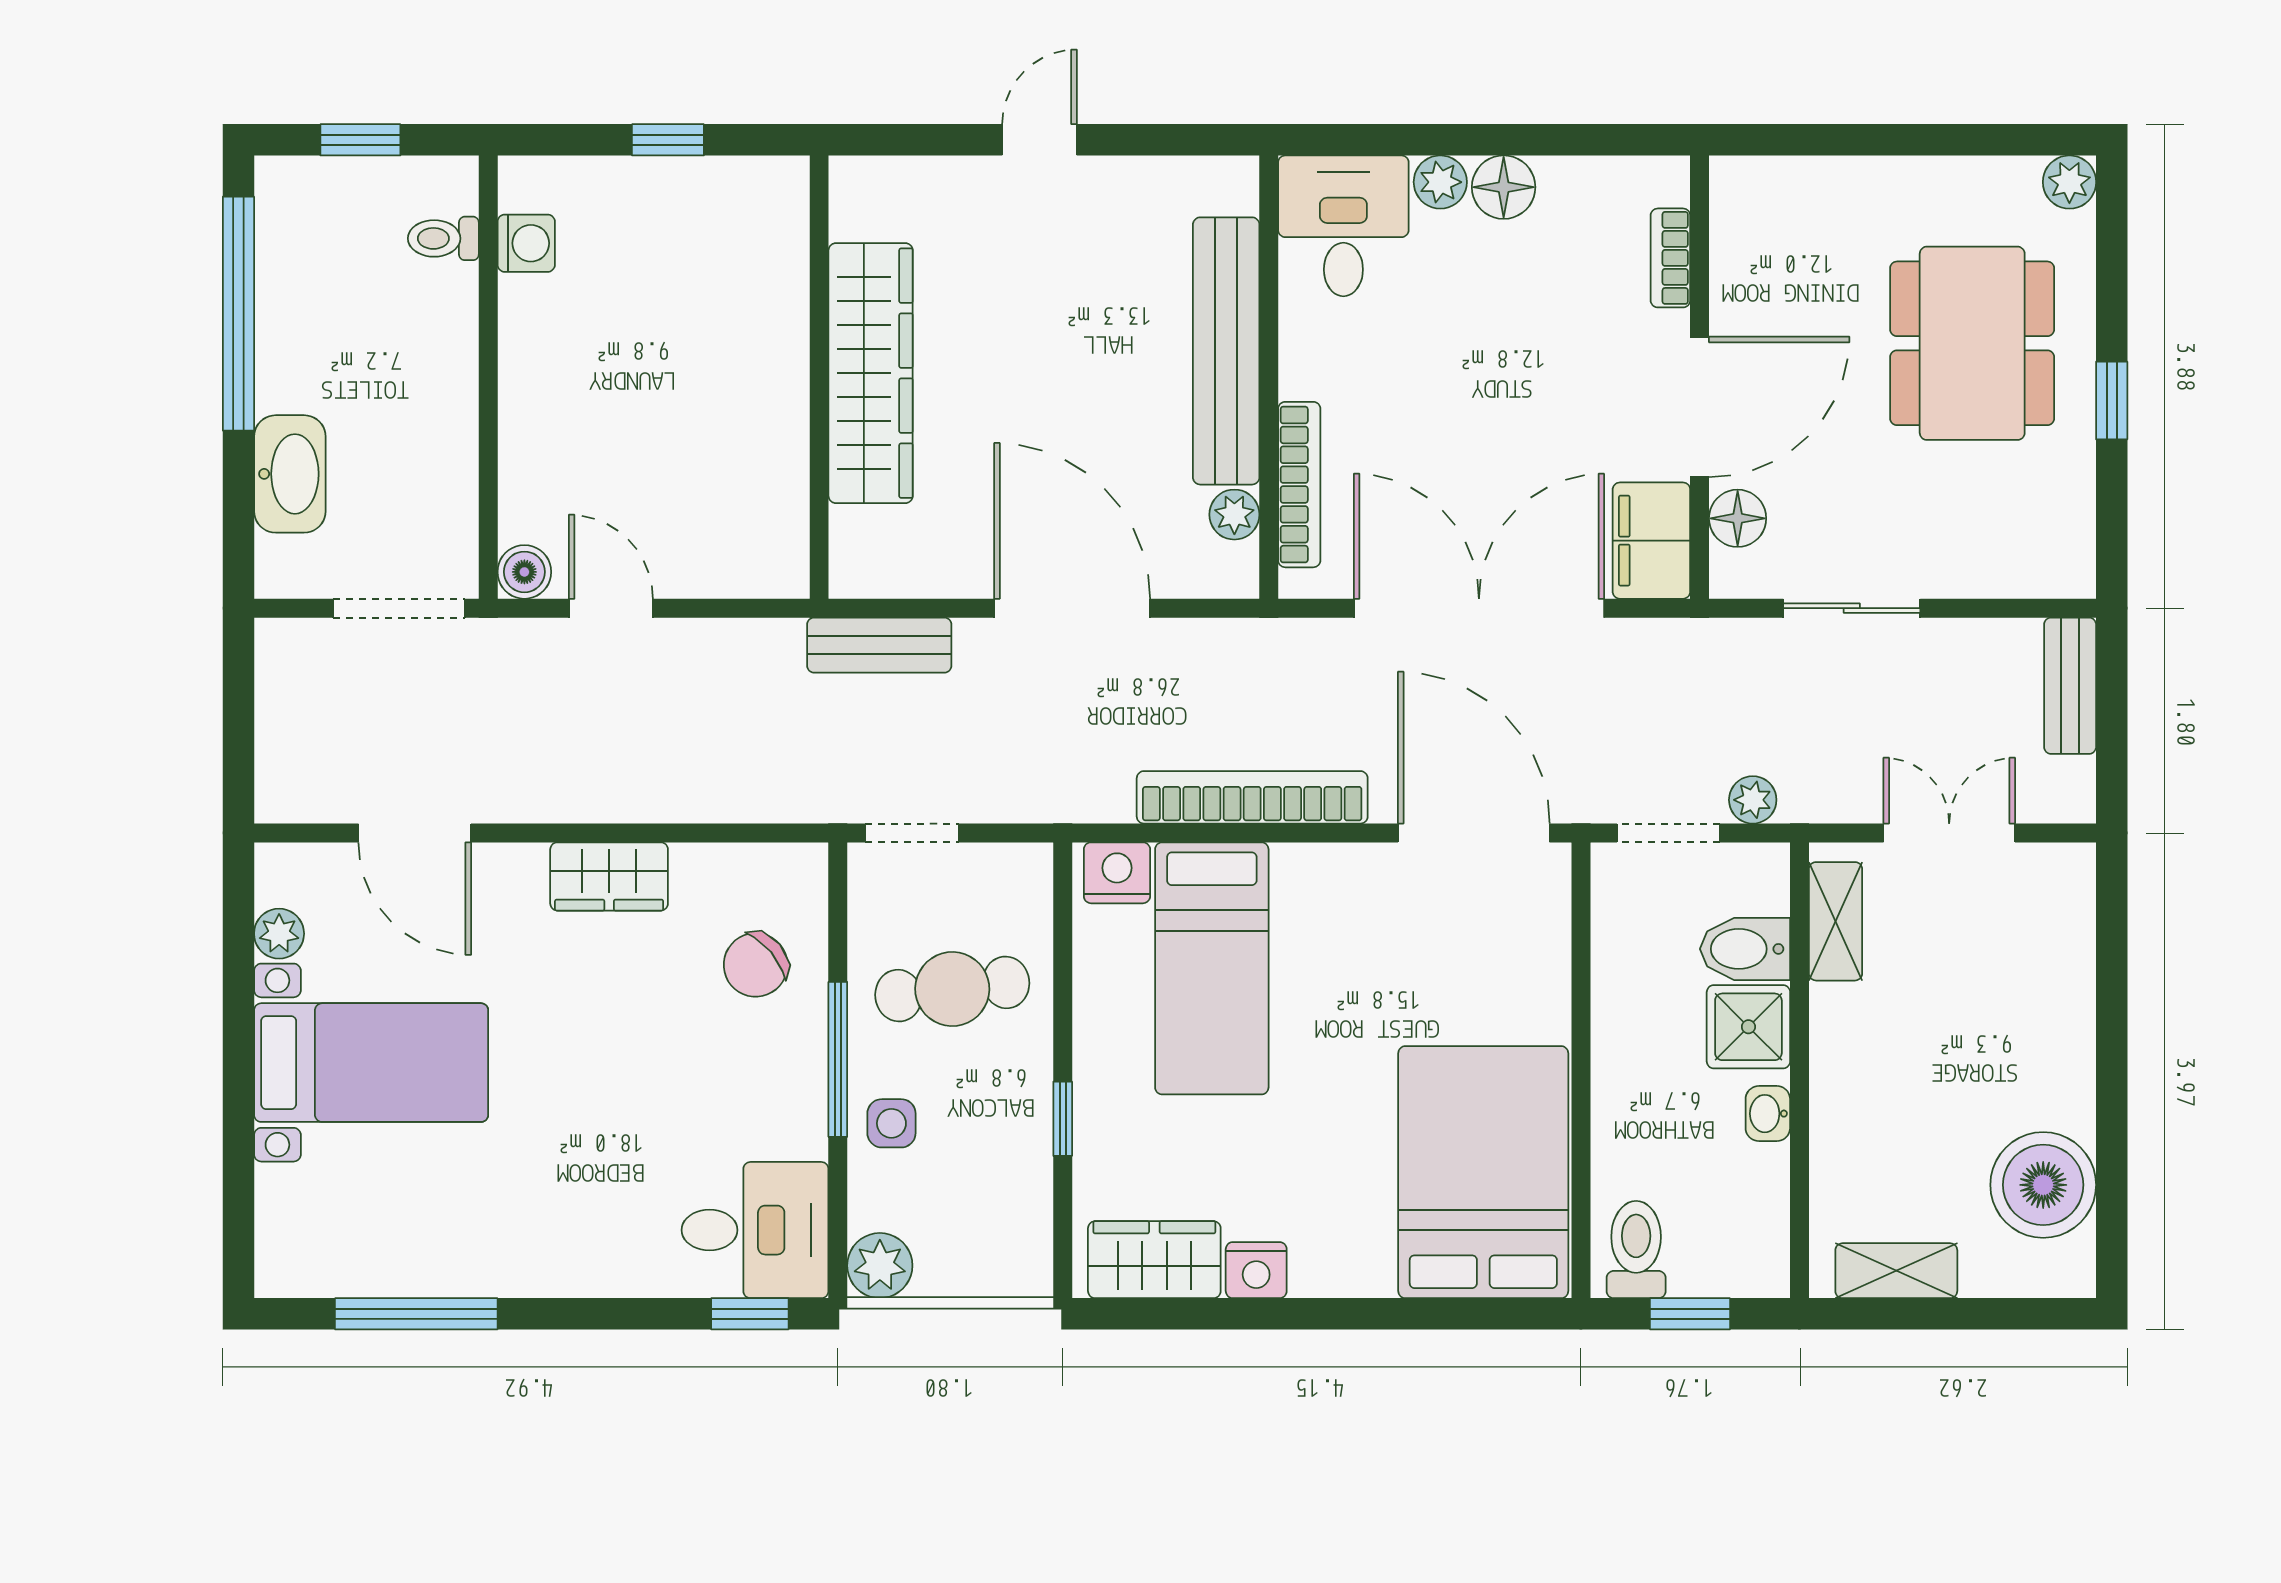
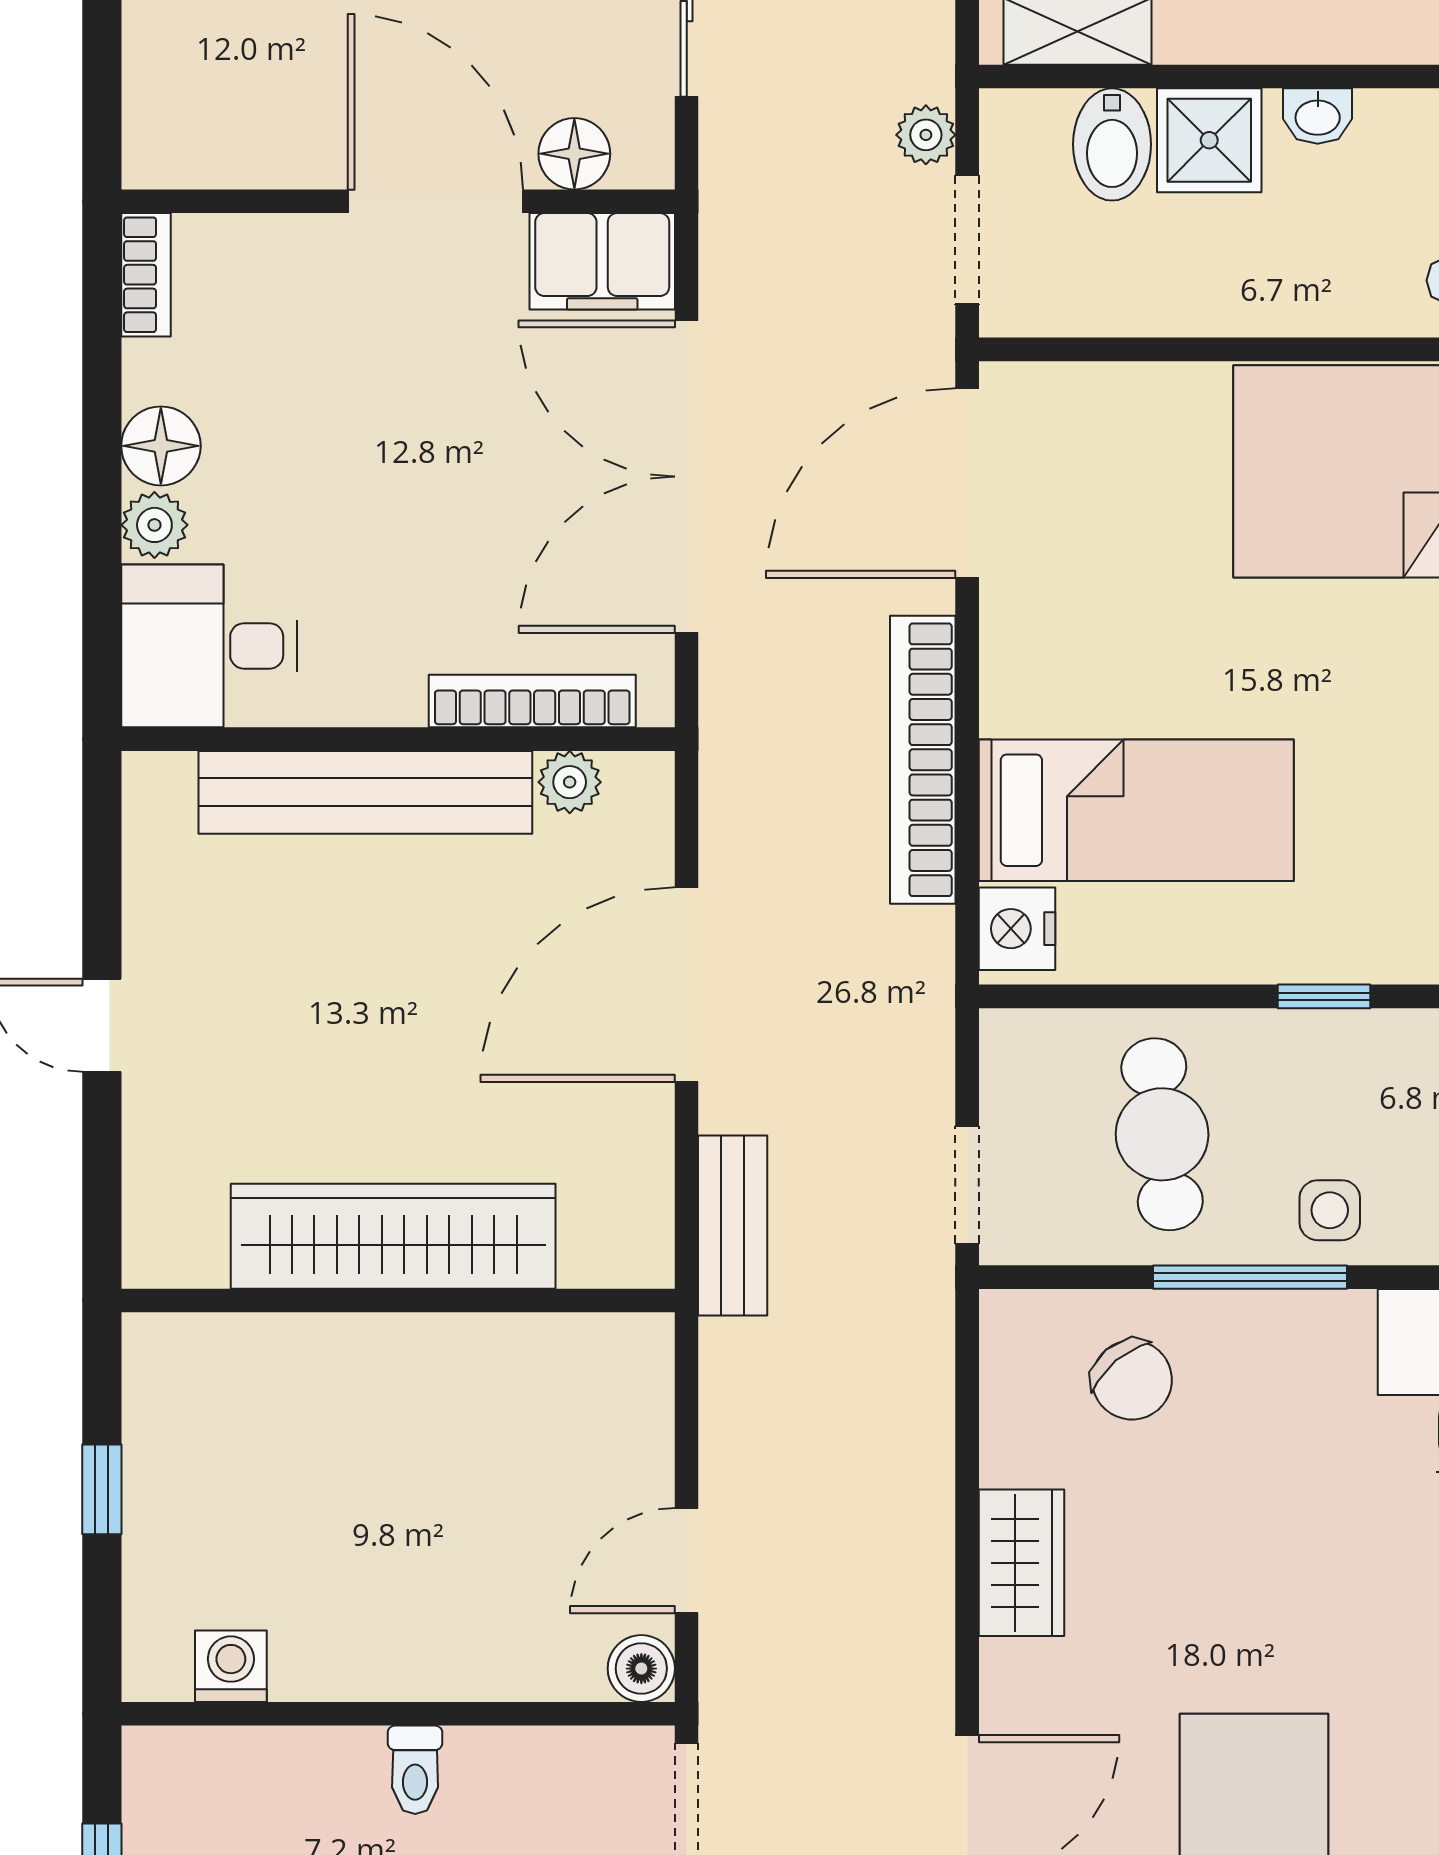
toilet: (443, 238) -> (415, 1770), moved
bookcase: (1670, 258) -> (146, 275), moved, turned -90

